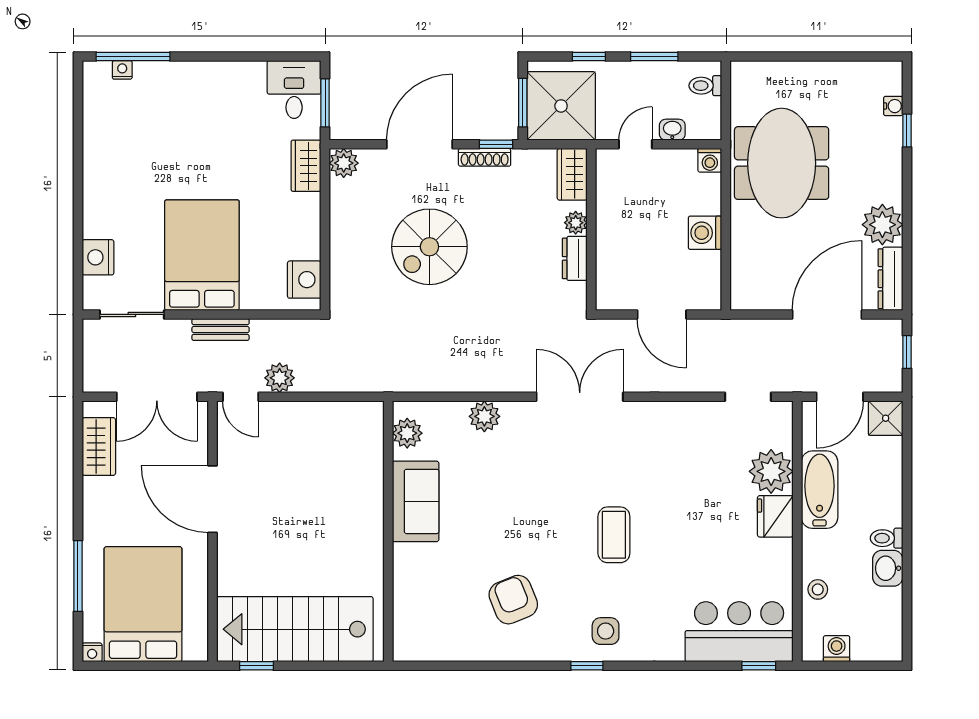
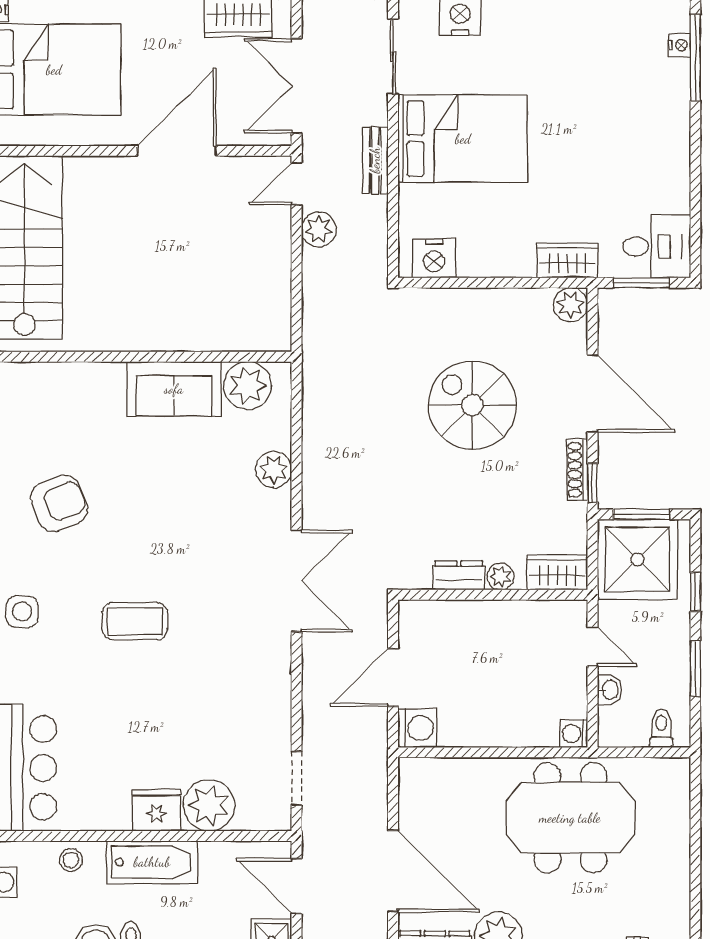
washing machine: (705, 233) -> (417, 728), moved, turned 90
plant: (407, 433) -> (248, 386), width x1.36, depth x1.36
bathtub: (820, 490) -> (152, 862), moved

